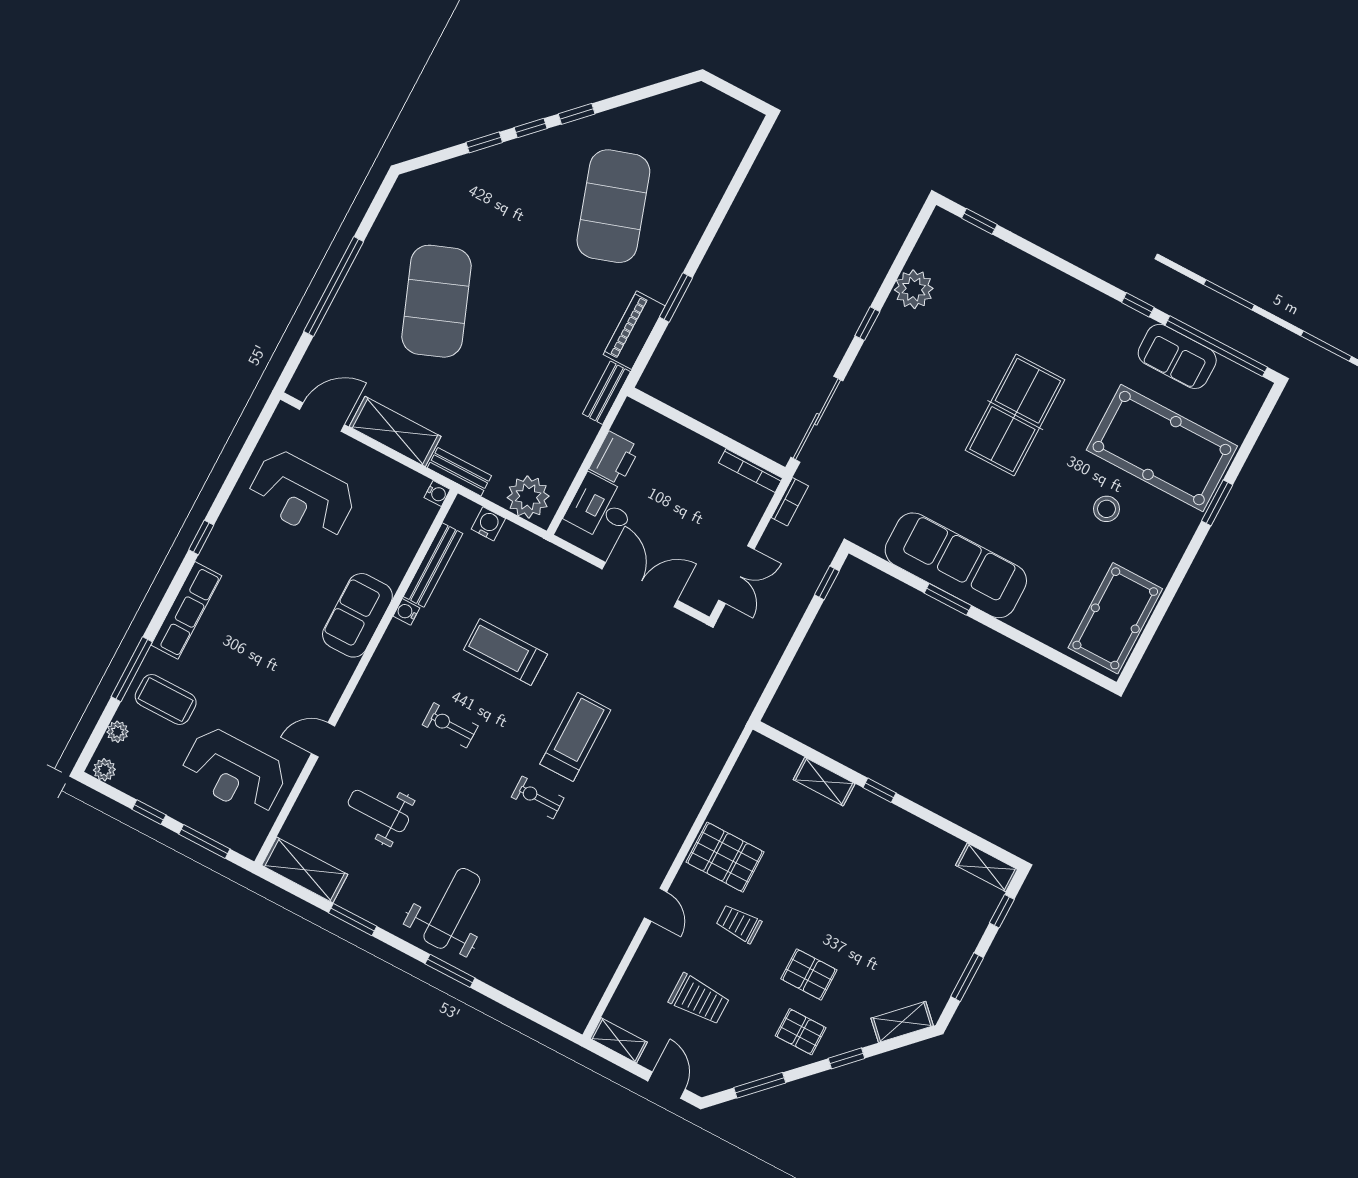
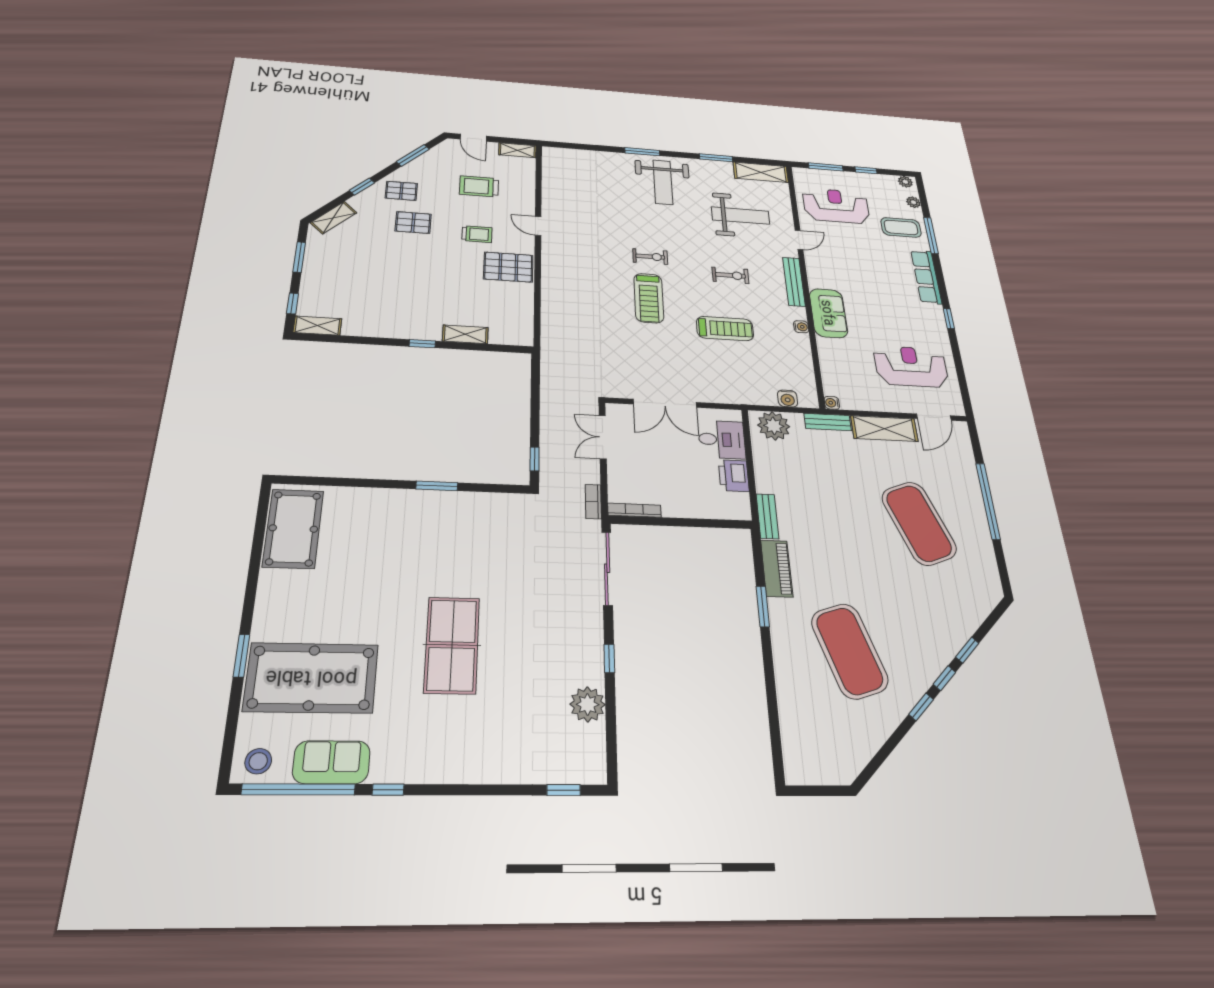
stool: (1107, 509) -> (258, 761), moved
bench: (433, 565) -> (794, 282), moved
sofa: (956, 565) -> (443, 512), removed
weight bench: (378, 811) -> (741, 216), width x1.36, depth x1.33

